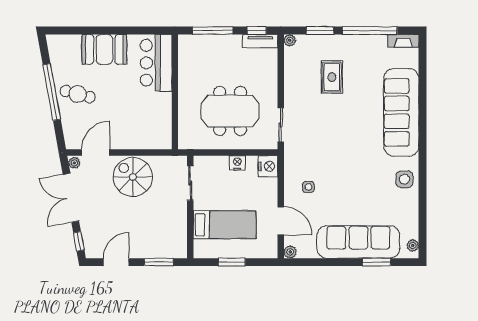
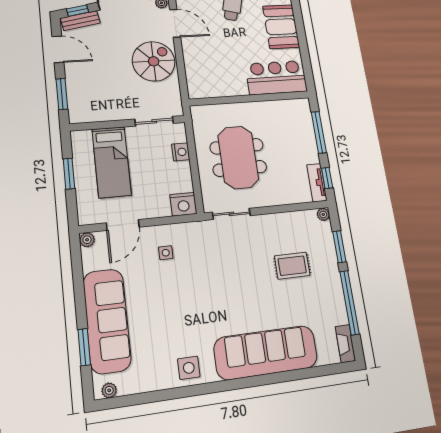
nightstand: (237, 163) -> (181, 152), moved
bench: (89, 240) -> (80, 21), added

